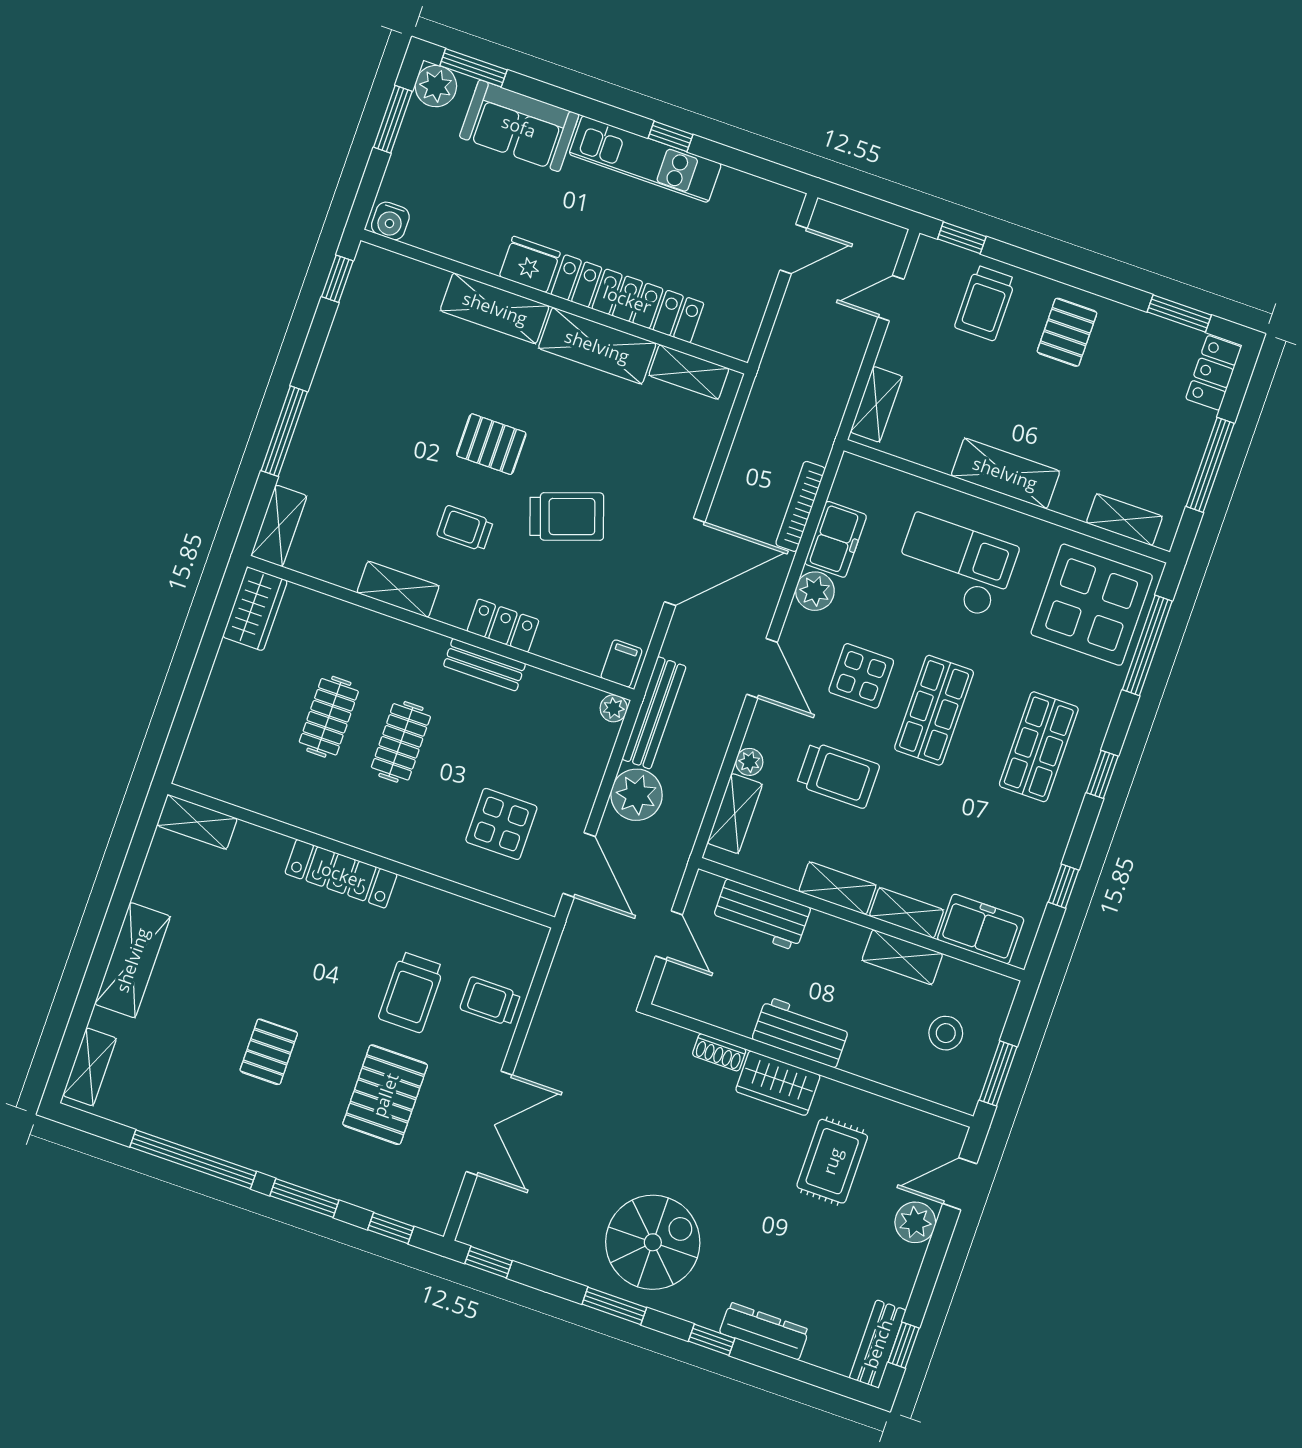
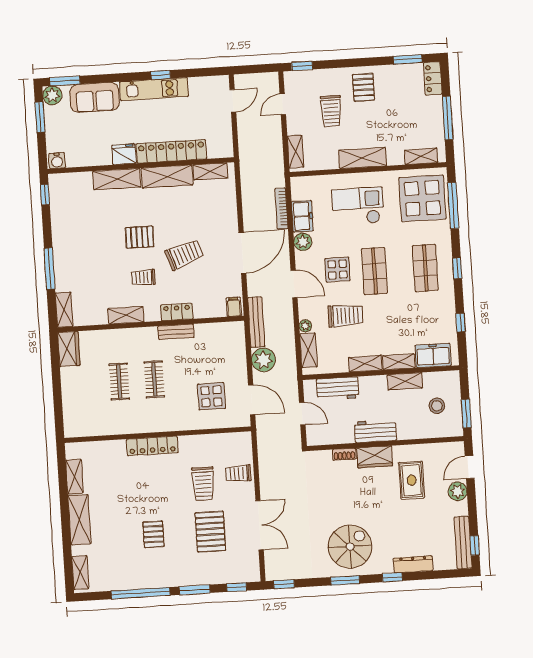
trolley: (985, 303) -> (331, 111), moved
plant: (614, 708) -> (238, 327), removed
shelving: (197, 822) -> (74, 477), moved, turned 90
bench: (878, 1344) -> (463, 543), width x1.36

